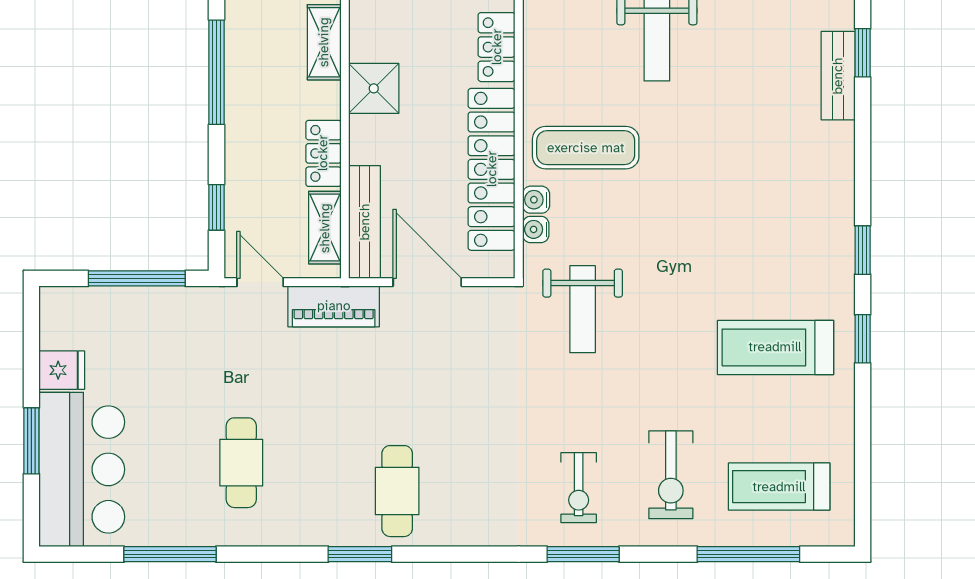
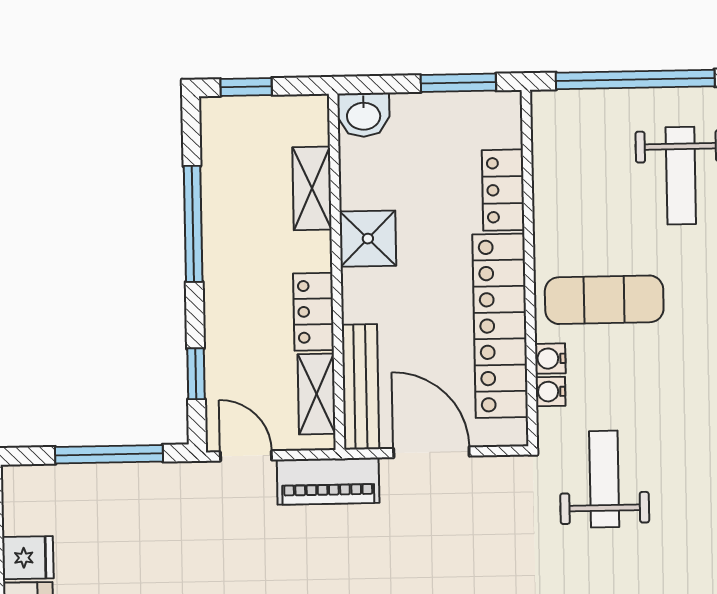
weight bench: (583, 309) -> (604, 479), turned 180

